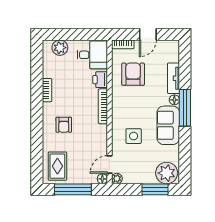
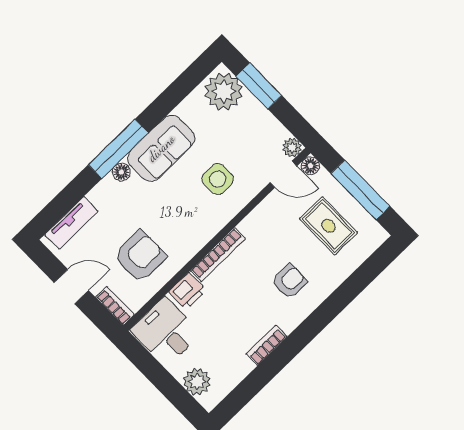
armchair: (133, 74) -> (140, 256), turned 180
tv unit: (174, 78) -> (72, 223), moved
rug: (57, 166) -> (329, 226), moved, turned 90

